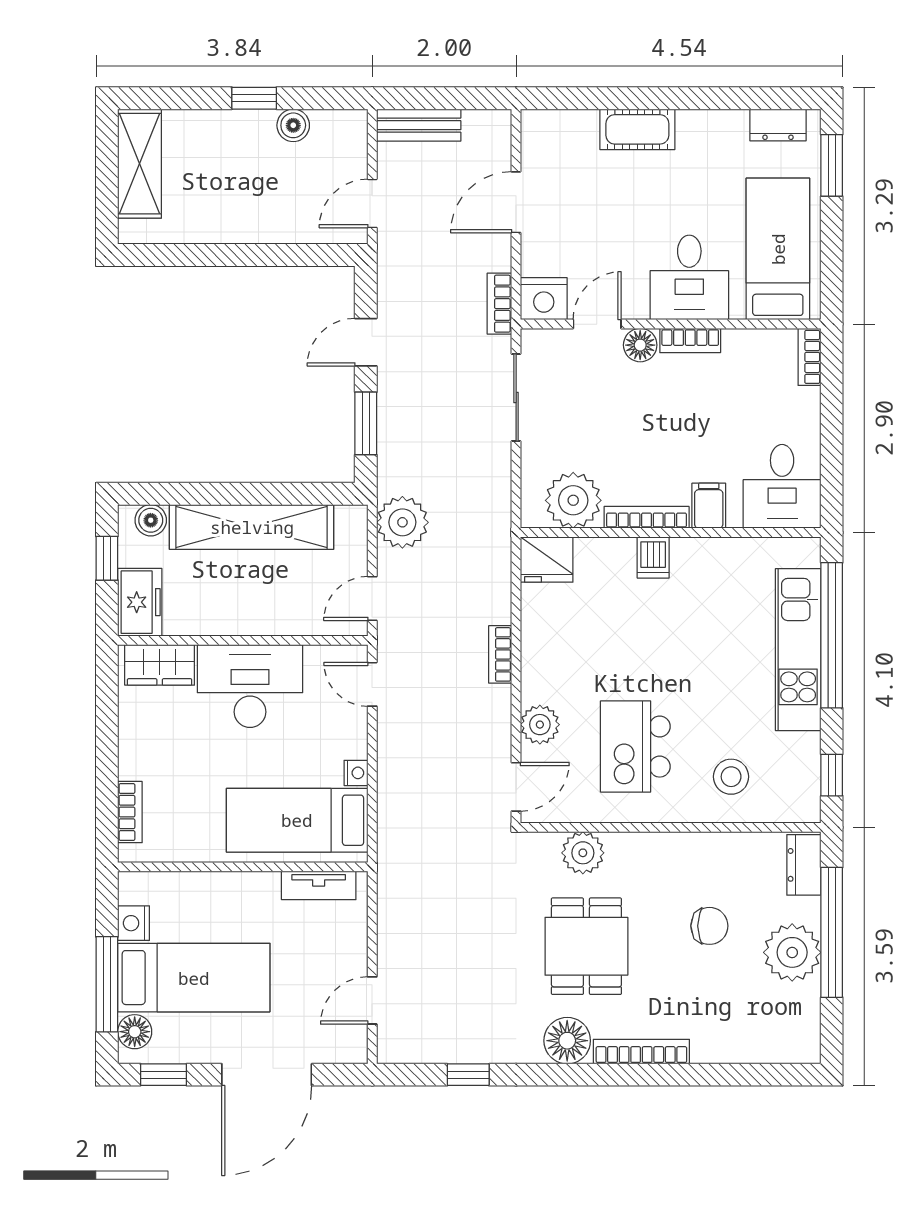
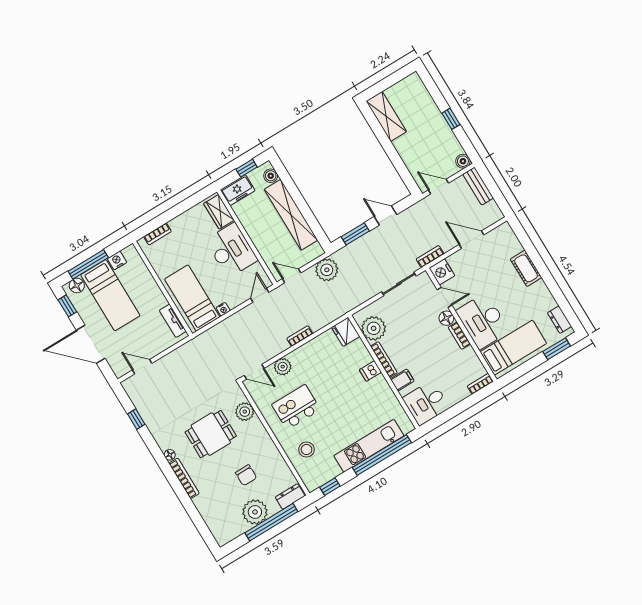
boiler: (293, 125) -> (463, 161), moved
shelving: (139, 164) -> (386, 116), moved, turned 90
desk: (689, 277) -> (483, 321), width x1.37
floor lamp: (567, 1041) -> (170, 455), width x0.53, depth x0.53

